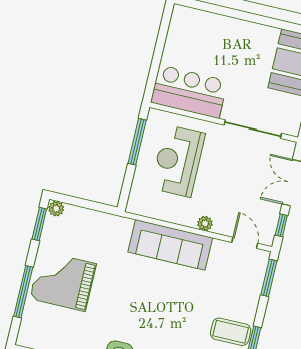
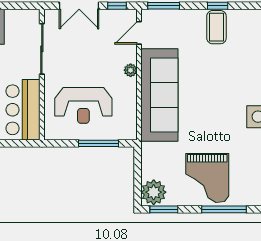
window: (137, 142) -> (98, 143), moved
plant: (56, 209) -> (154, 192), width x1.87, depth x1.87
sofa: (170, 245) -> (159, 95), width x1.36, depth x1.27

